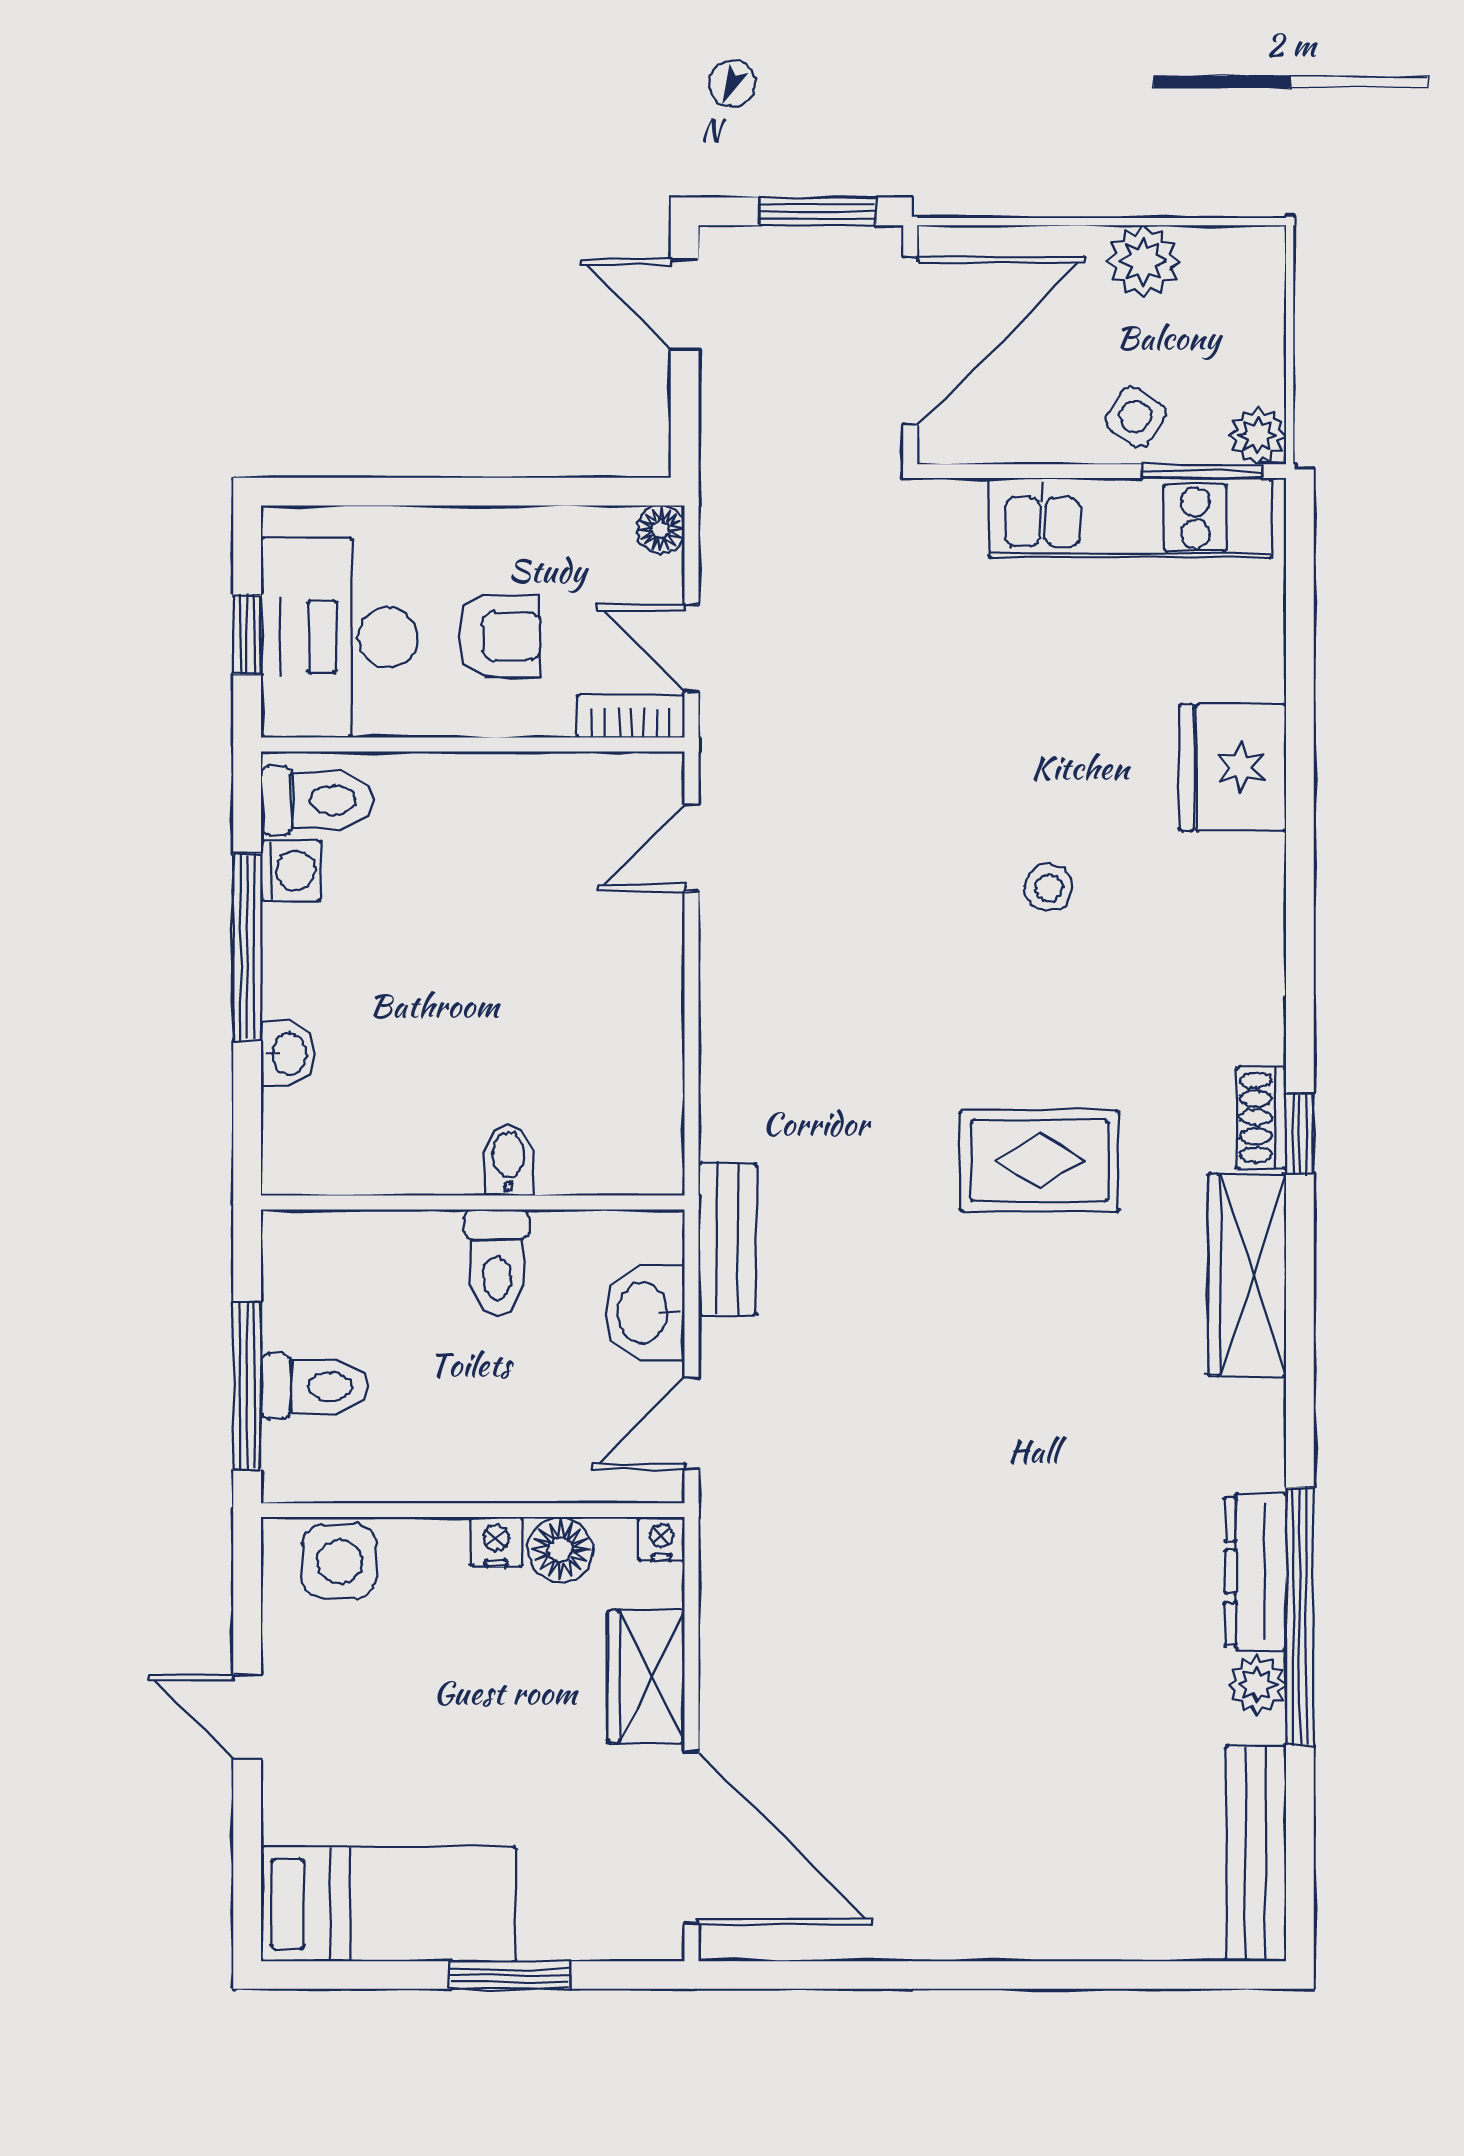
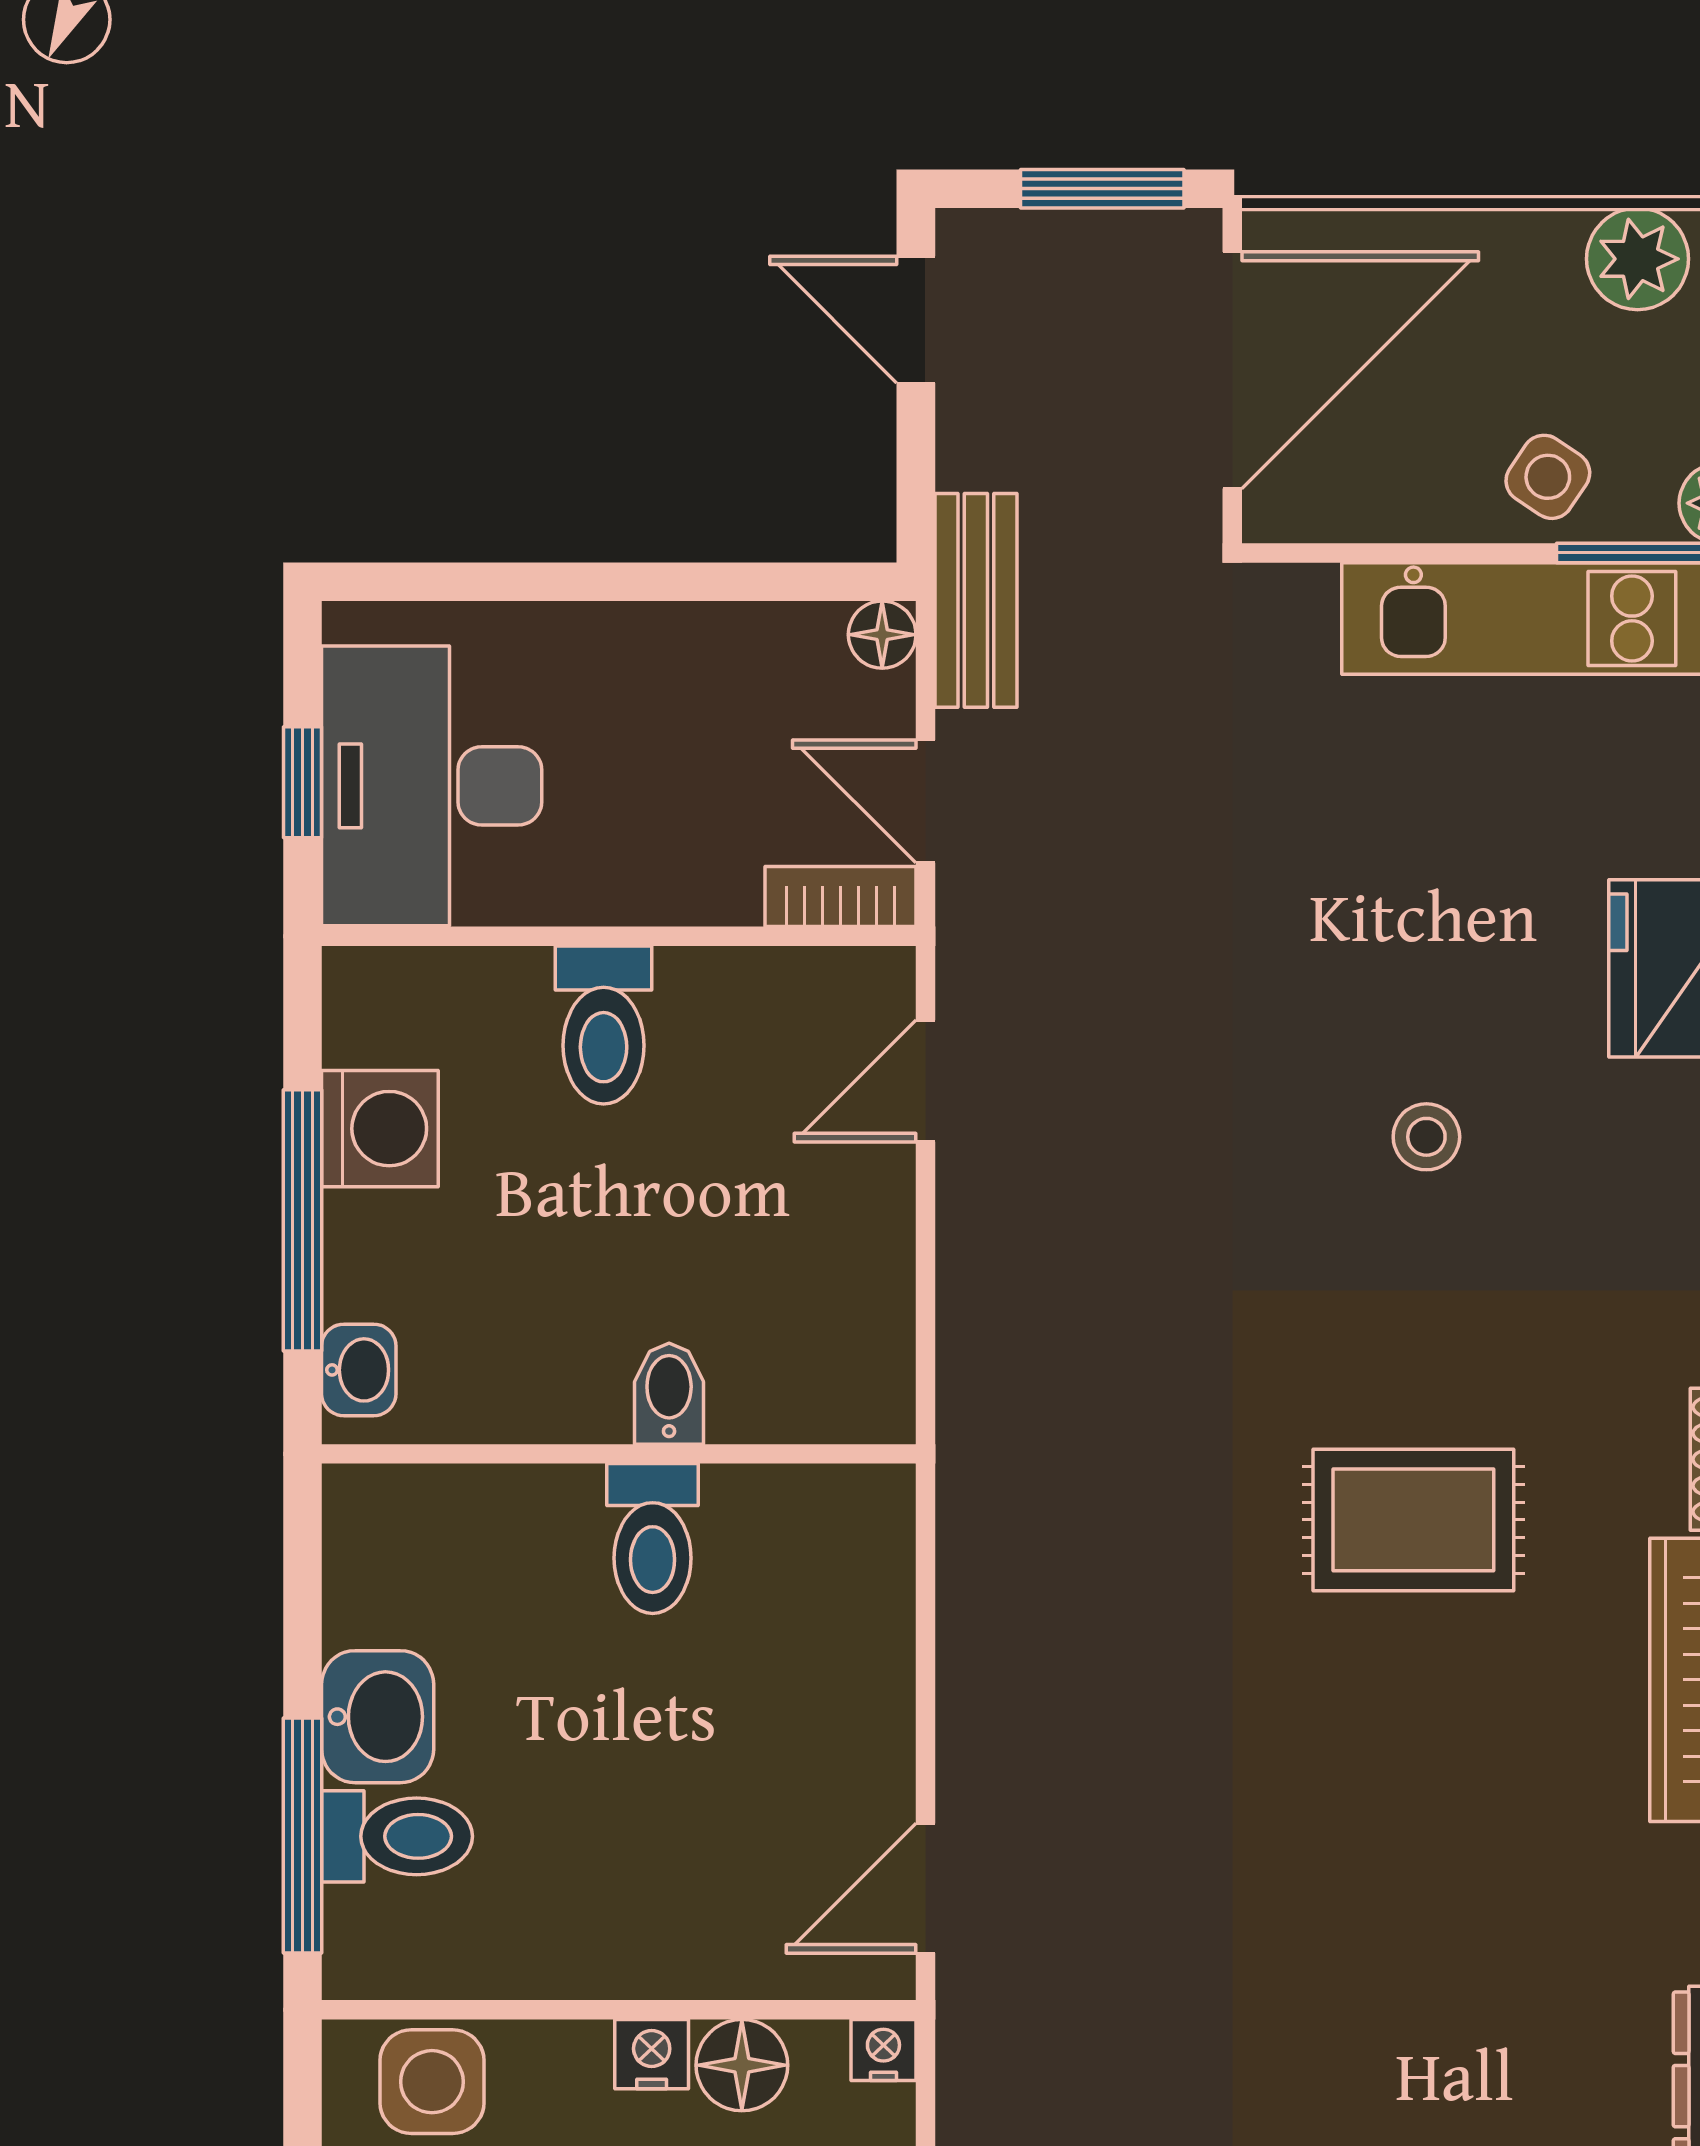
plant: (1143, 261) -> (1638, 259), moved
armchair: (500, 636) -> (657, 785), removed
toilet: (317, 800) -> (604, 1025), moved, turned 90
washing machine: (291, 870) -> (380, 1129), width x1.38, depth x1.38
bidet: (509, 1160) -> (669, 1394), moved
wall: (473, 1203) -> (619, 1454), moved
bench: (727, 1239) -> (976, 600), moved
toilet: (497, 1263) -> (653, 1539), moved
washbasin: (645, 1313) -> (378, 1717), moved, turned 180

